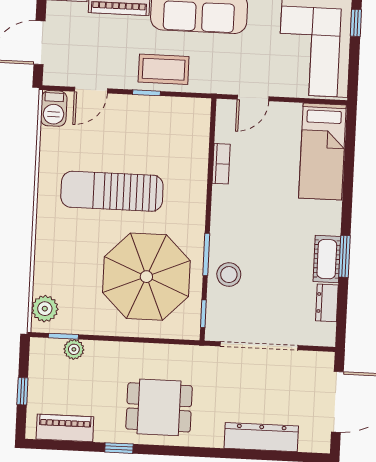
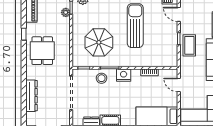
nightstand: (224, 224) -> (124, 75), added
parasol: (146, 277) -> (99, 42), width x0.73, depth x0.73

